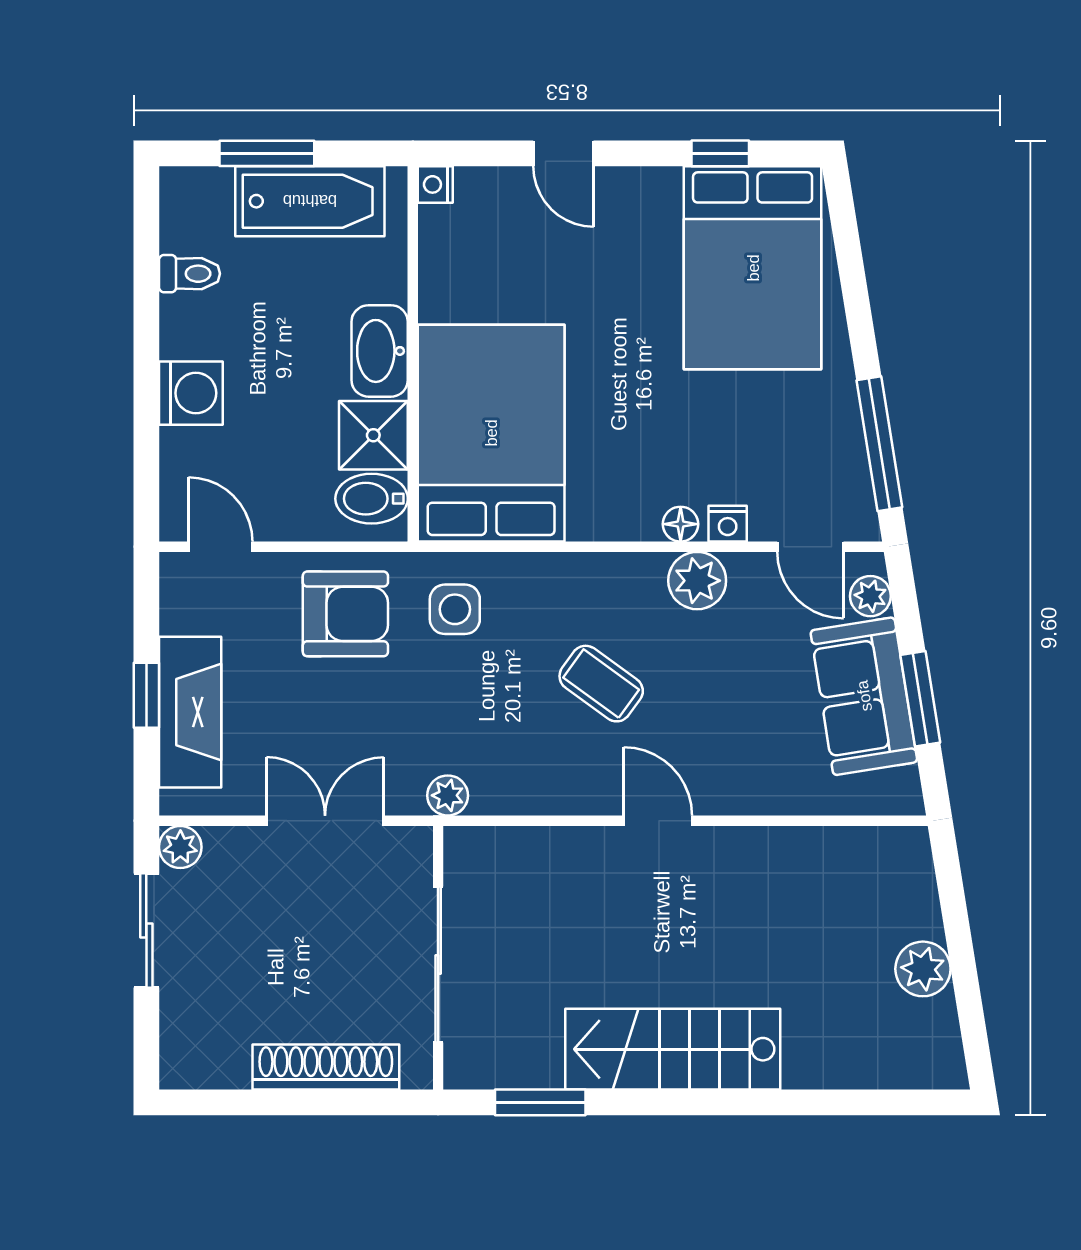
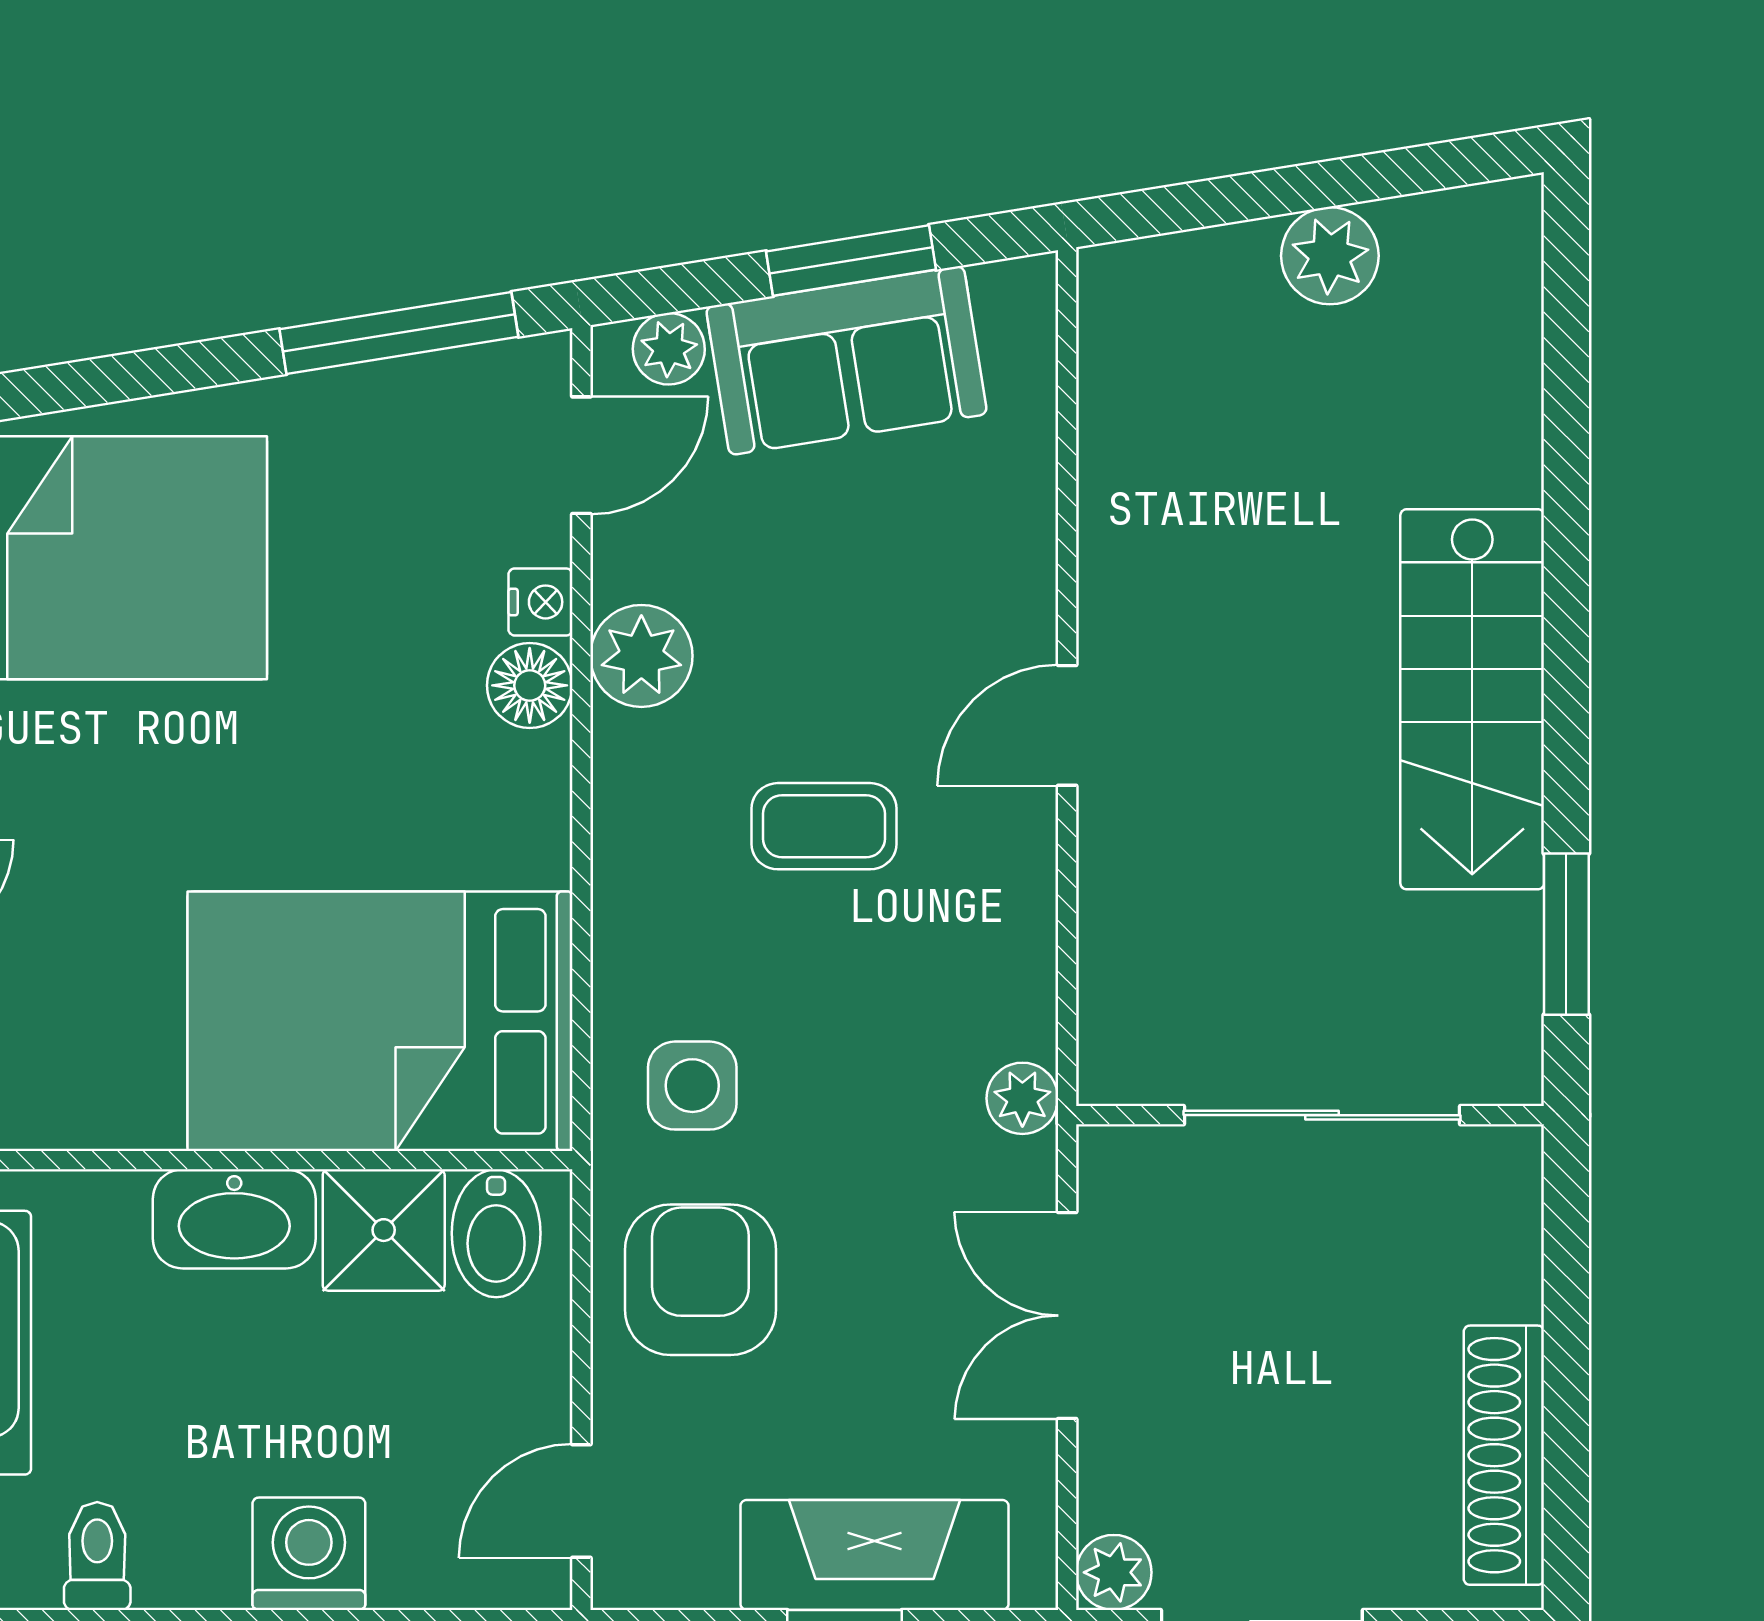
floor lamp: (681, 524) -> (530, 685), width x1.37, depth x1.37
coffee table: (601, 684) -> (824, 826), turned 54
shoe rack: (326, 1067) -> (1504, 1455), moved

